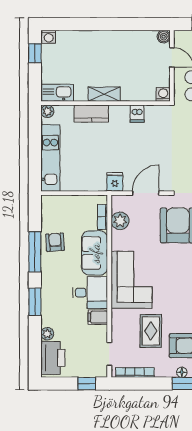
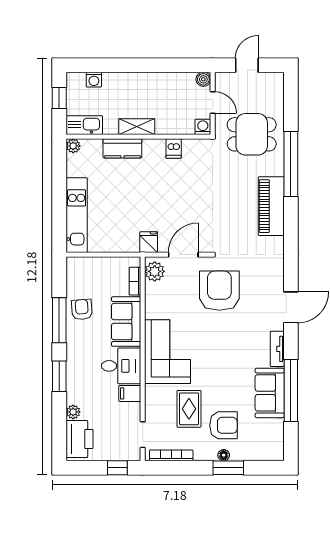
washing machine: (49, 37) -> (94, 80), moved
kitchen sink: (57, 93) -> (84, 125), moved
shelving: (104, 94) -> (137, 127), moved
washing machine: (163, 94) -> (203, 127), moved
wall: (106, 103) -> (138, 137), moved
plant: (47, 111) -> (73, 146), moved
kitchen counter: (91, 114) -> (122, 148), moved
dishwasher: (137, 114) -> (174, 149), moved
plant: (120, 221) -> (155, 271), moved

